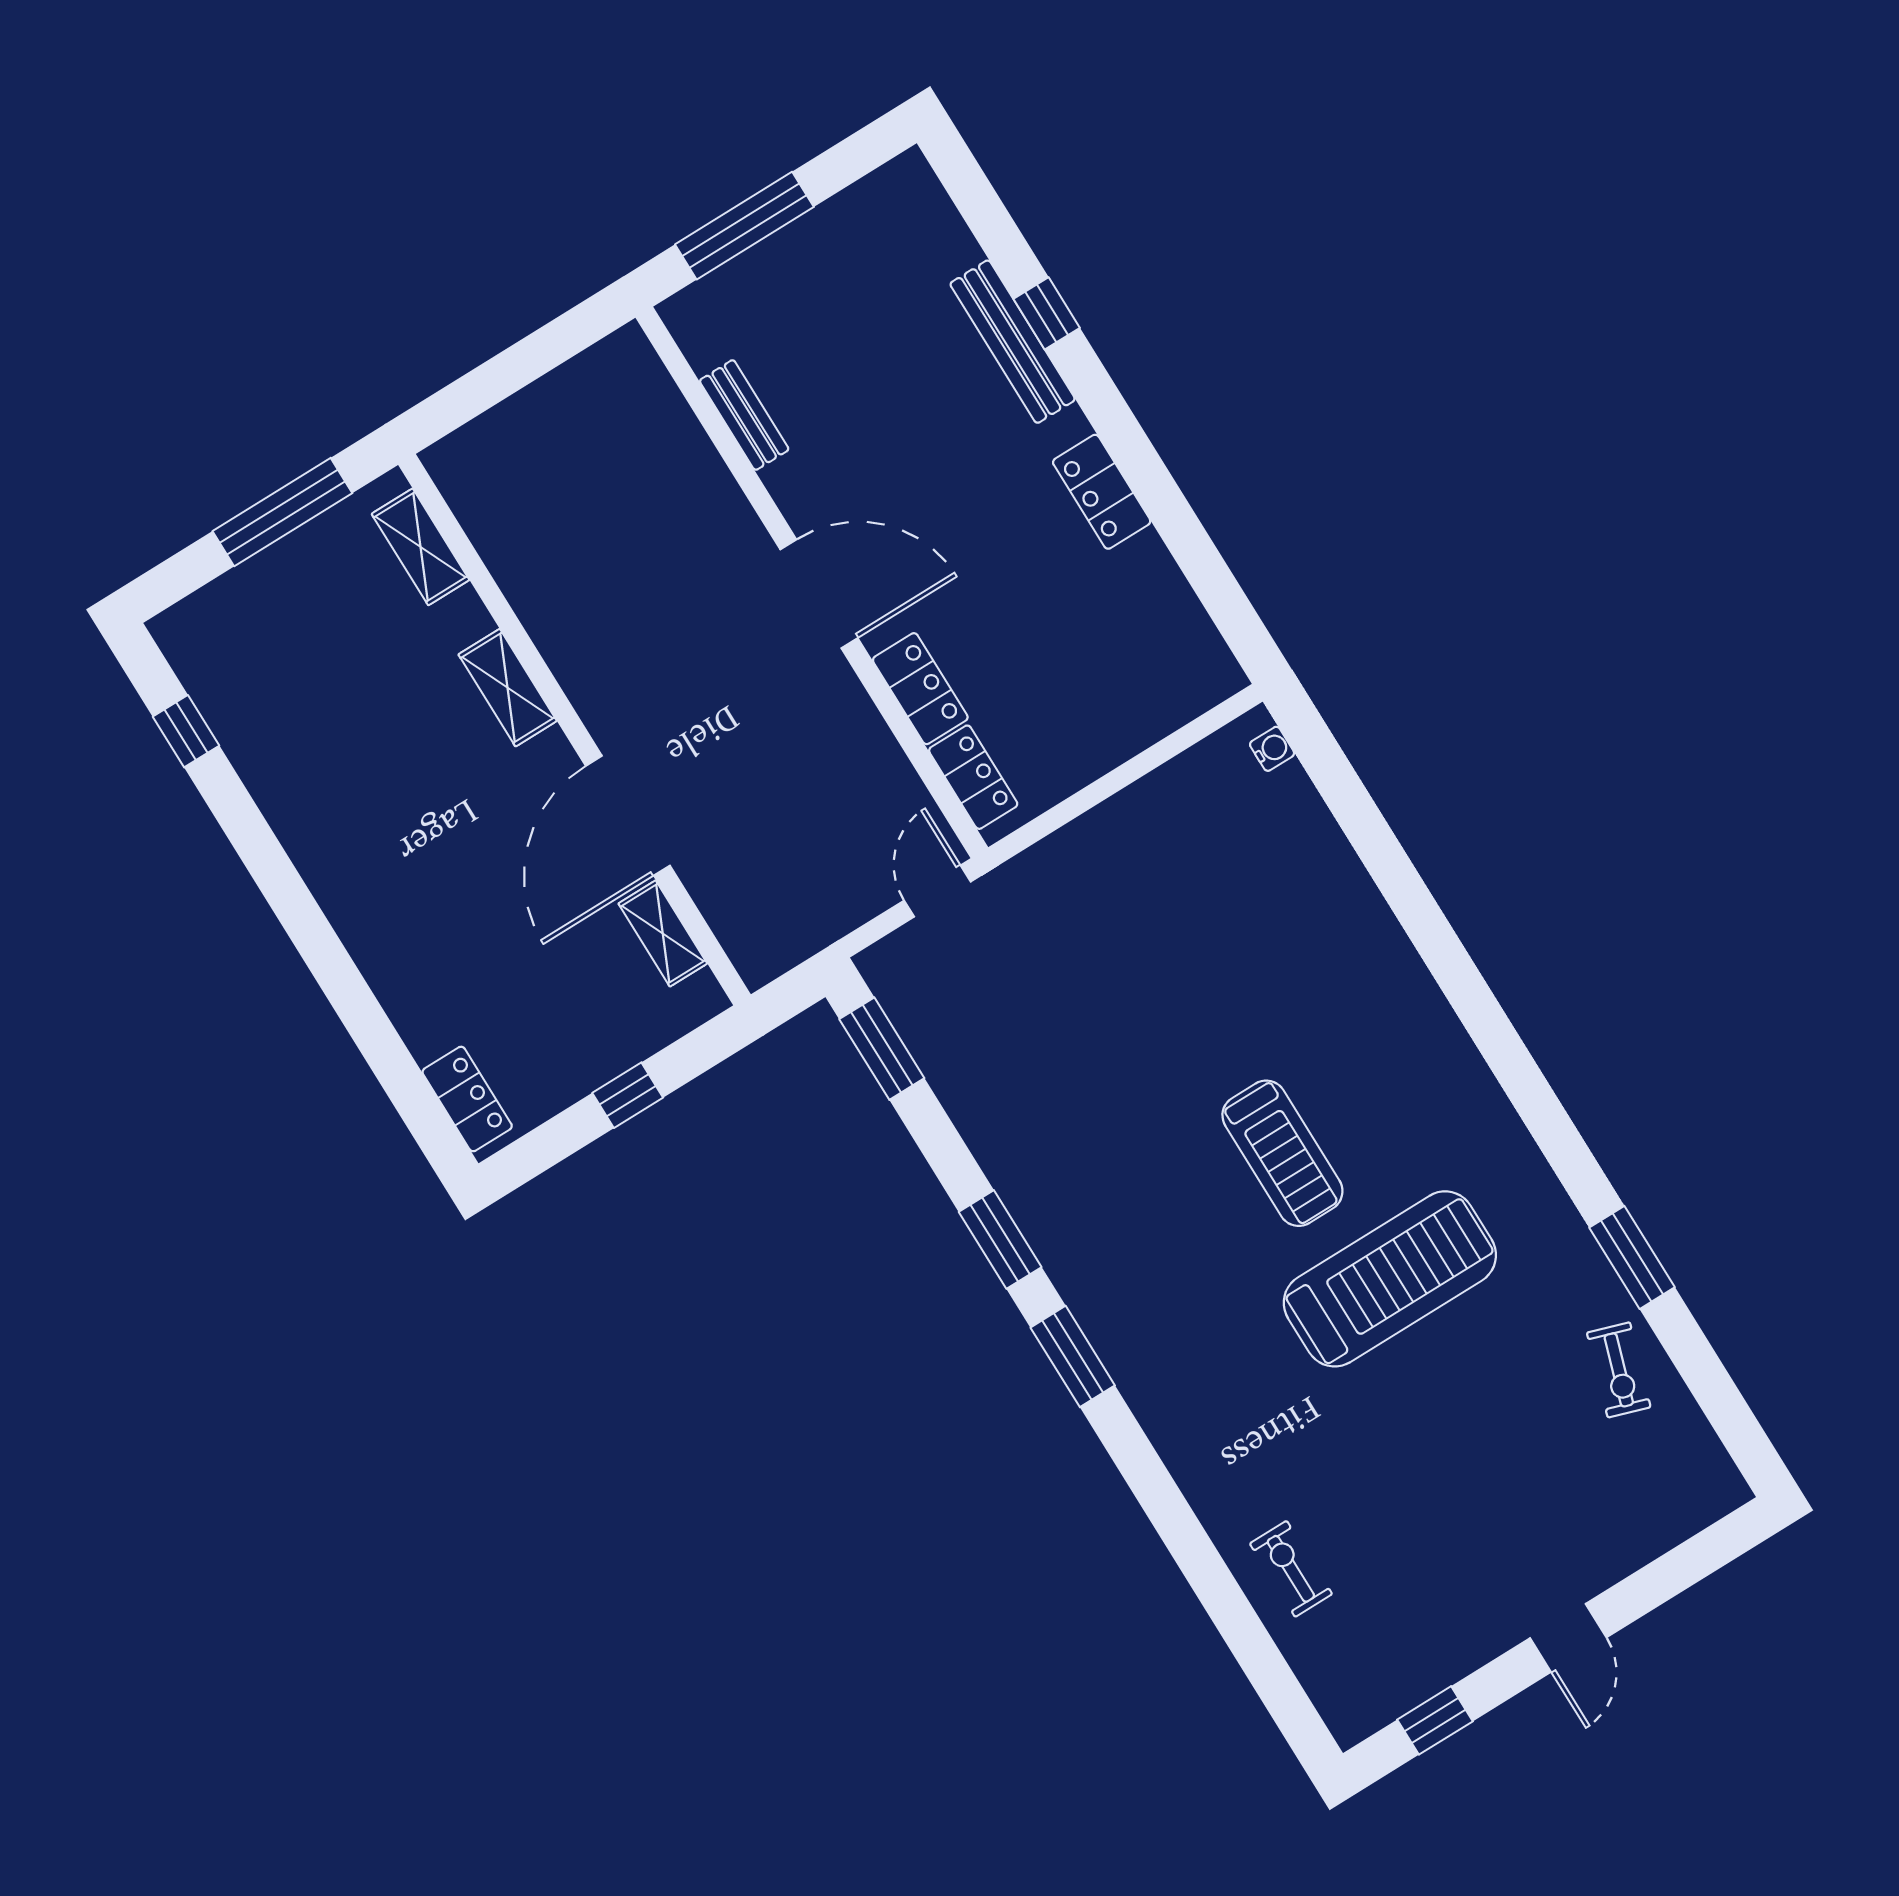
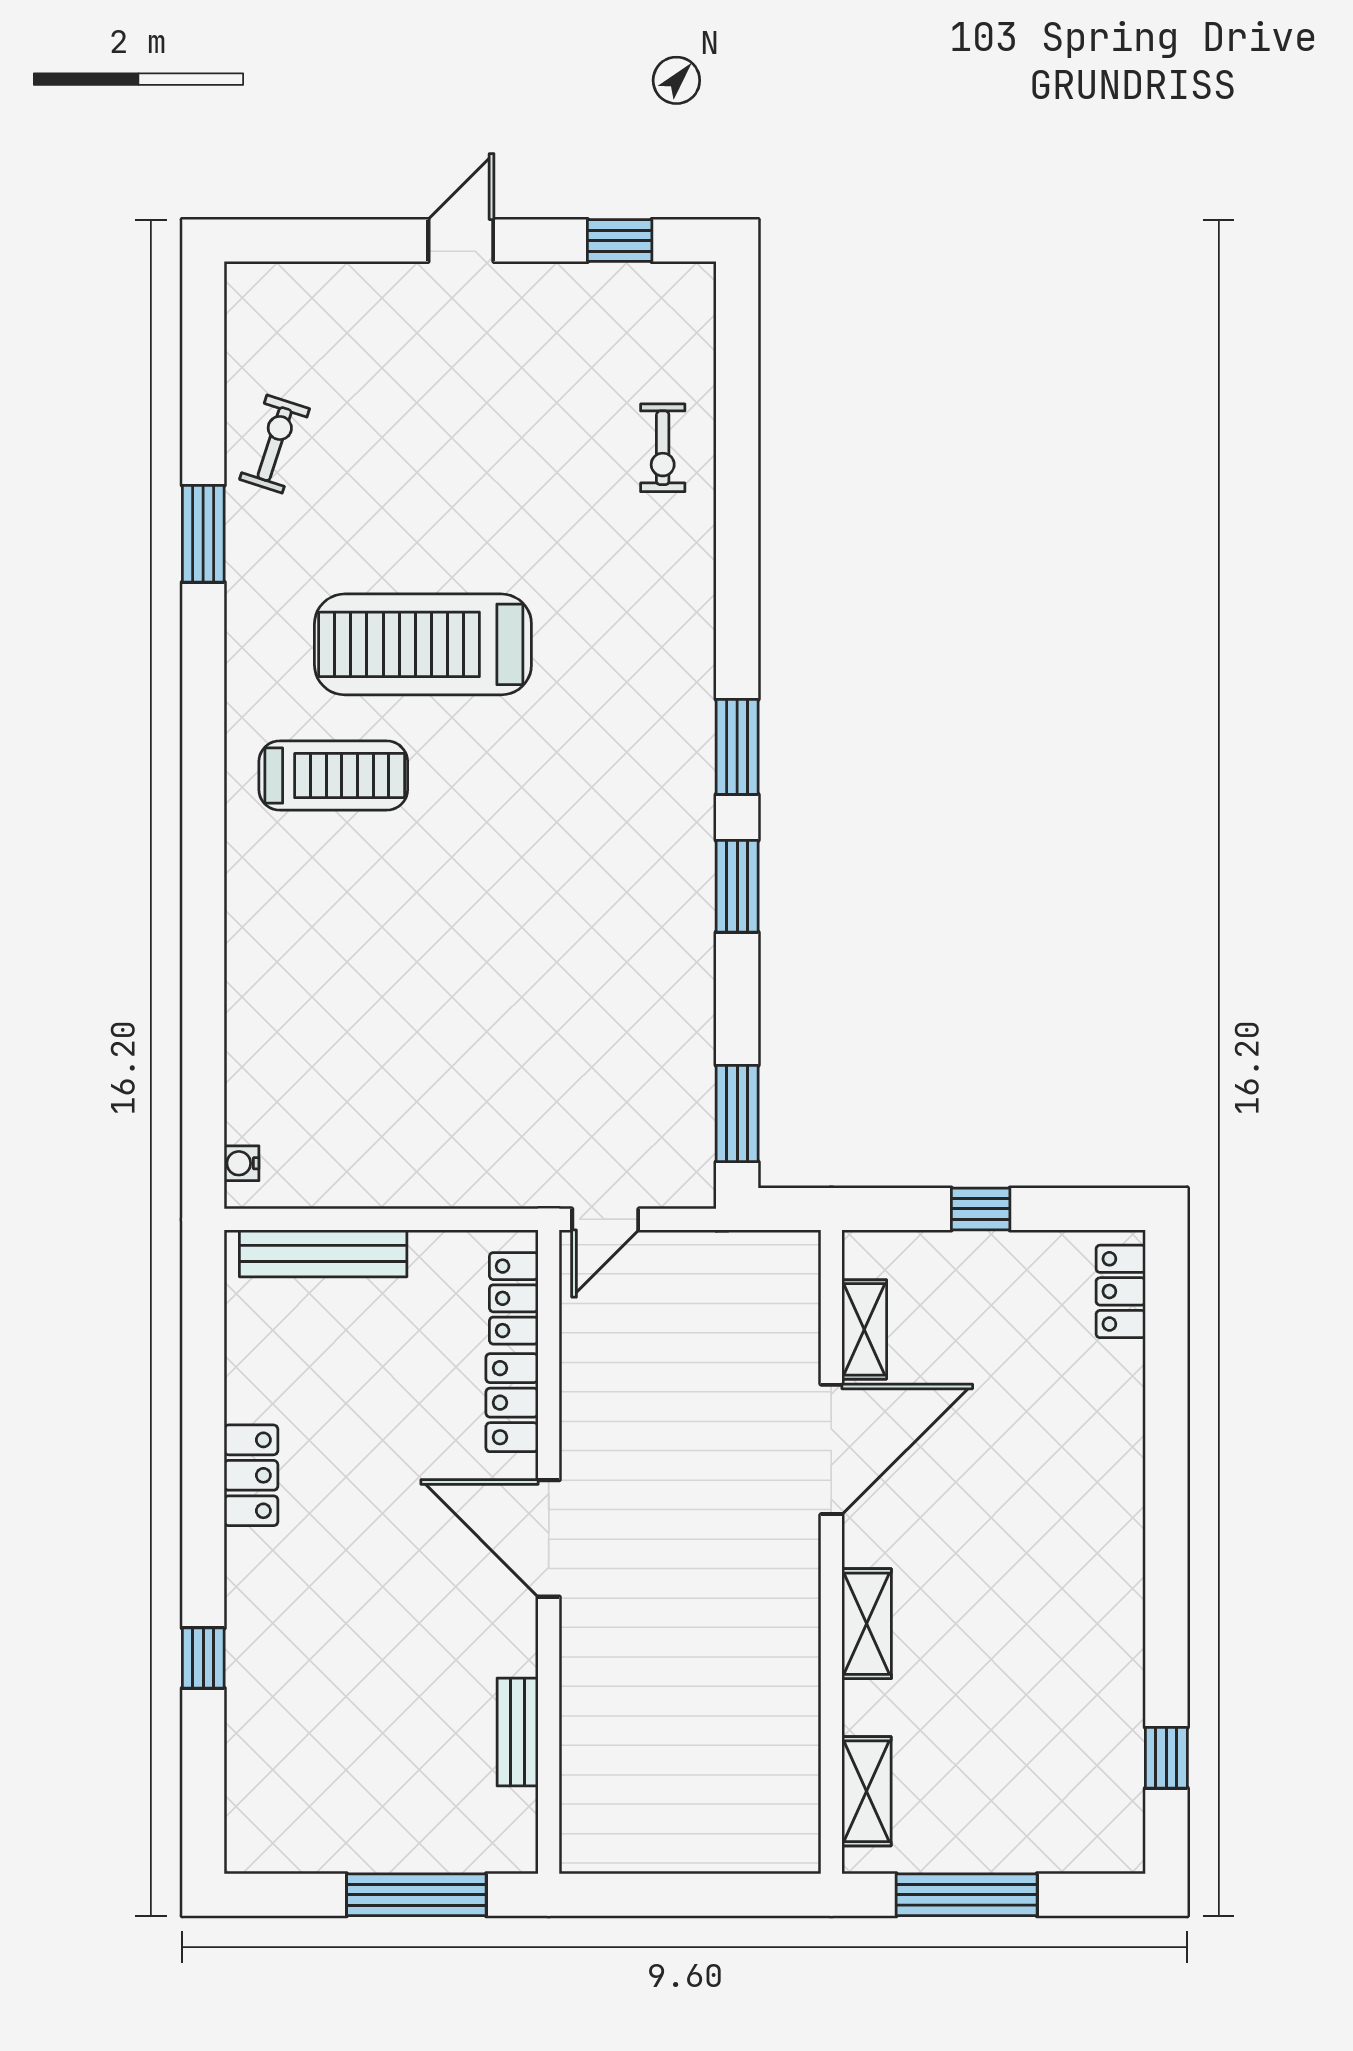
bench: (1013, 342) -> (323, 1253), moved, turned 90
treadmill: (1282, 1153) -> (333, 776), moved, turned 90

